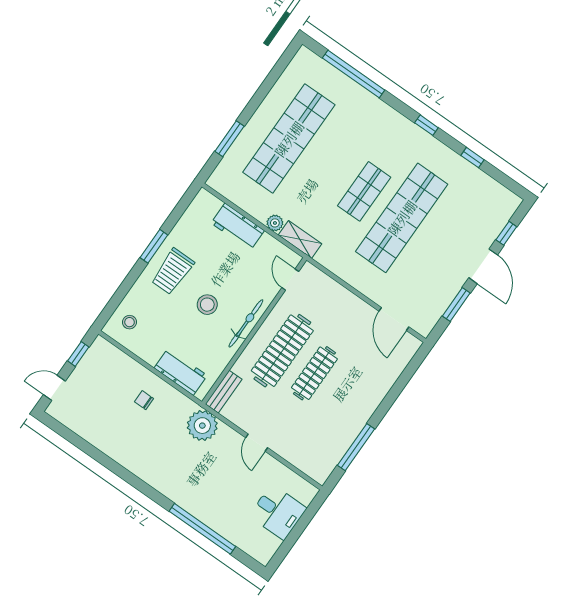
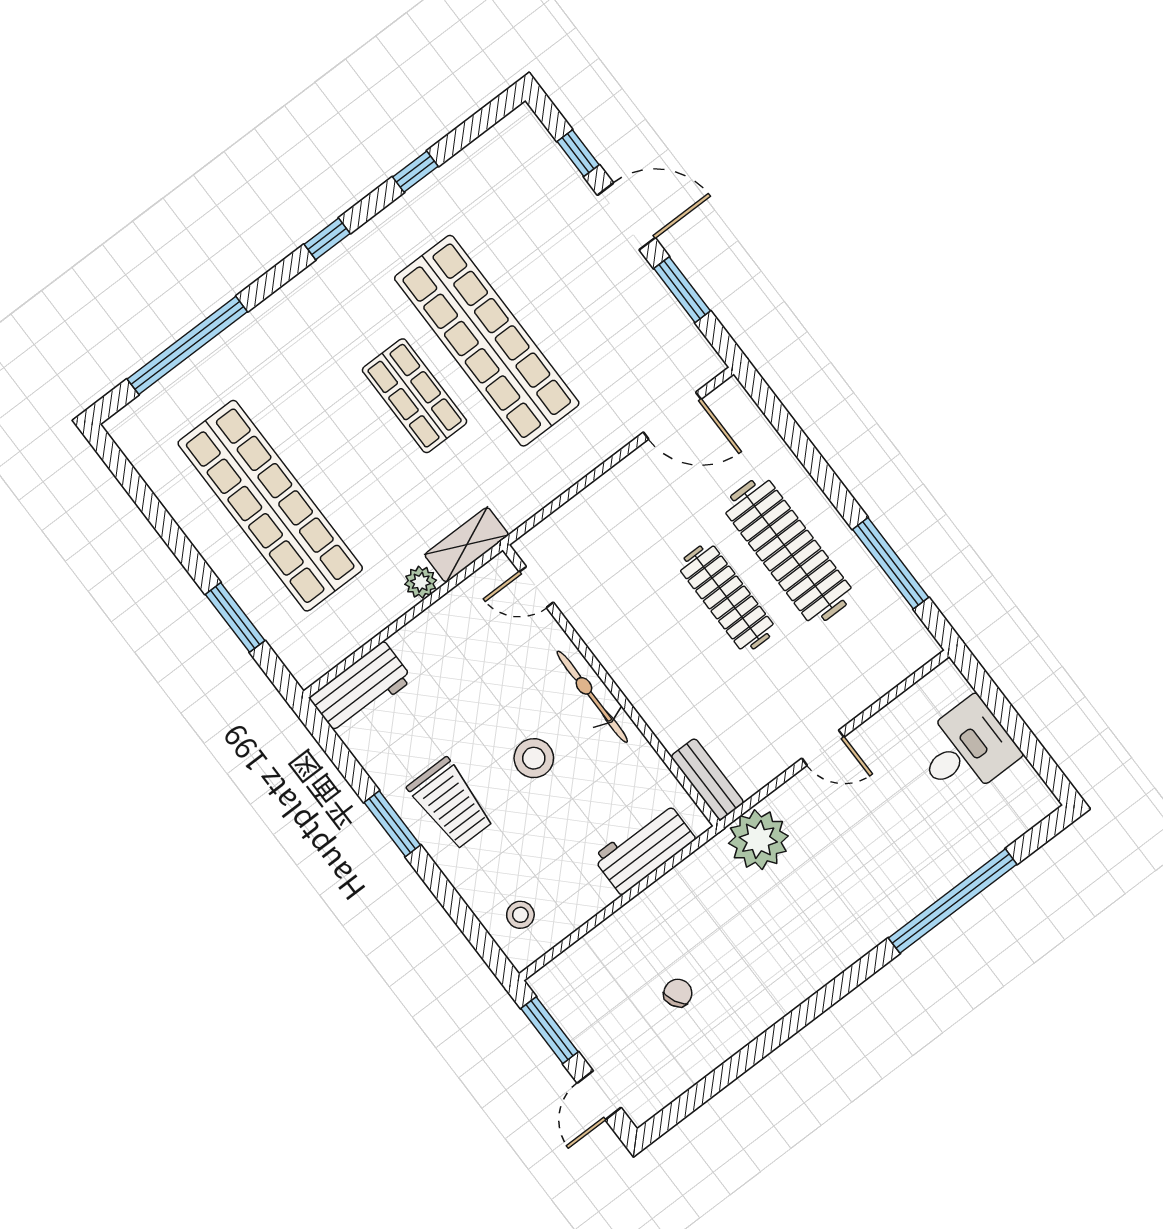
workbench: (238, 227) -> (361, 688), moved
clothes rail: (282, 351) -> (788, 551), moved
window: (78, 354) -> (550, 1030), width x1.50
chair: (144, 400) -> (678, 993), moved, turned 153

